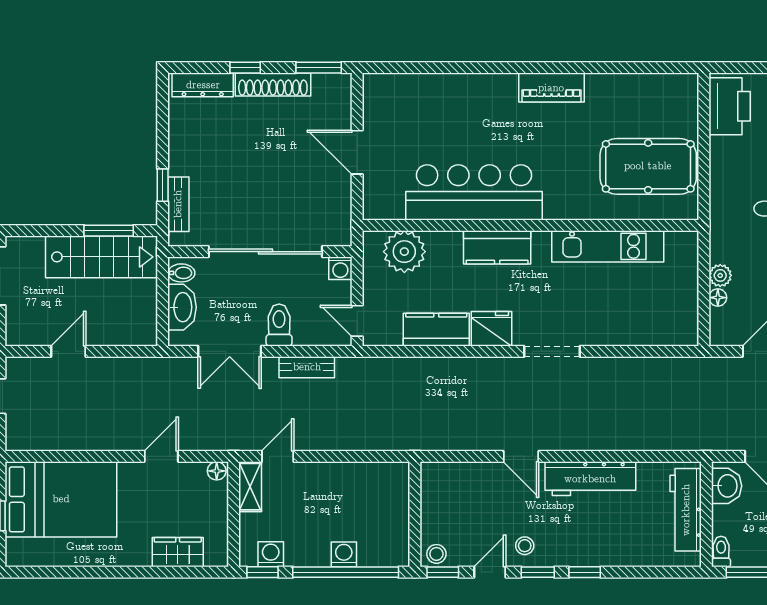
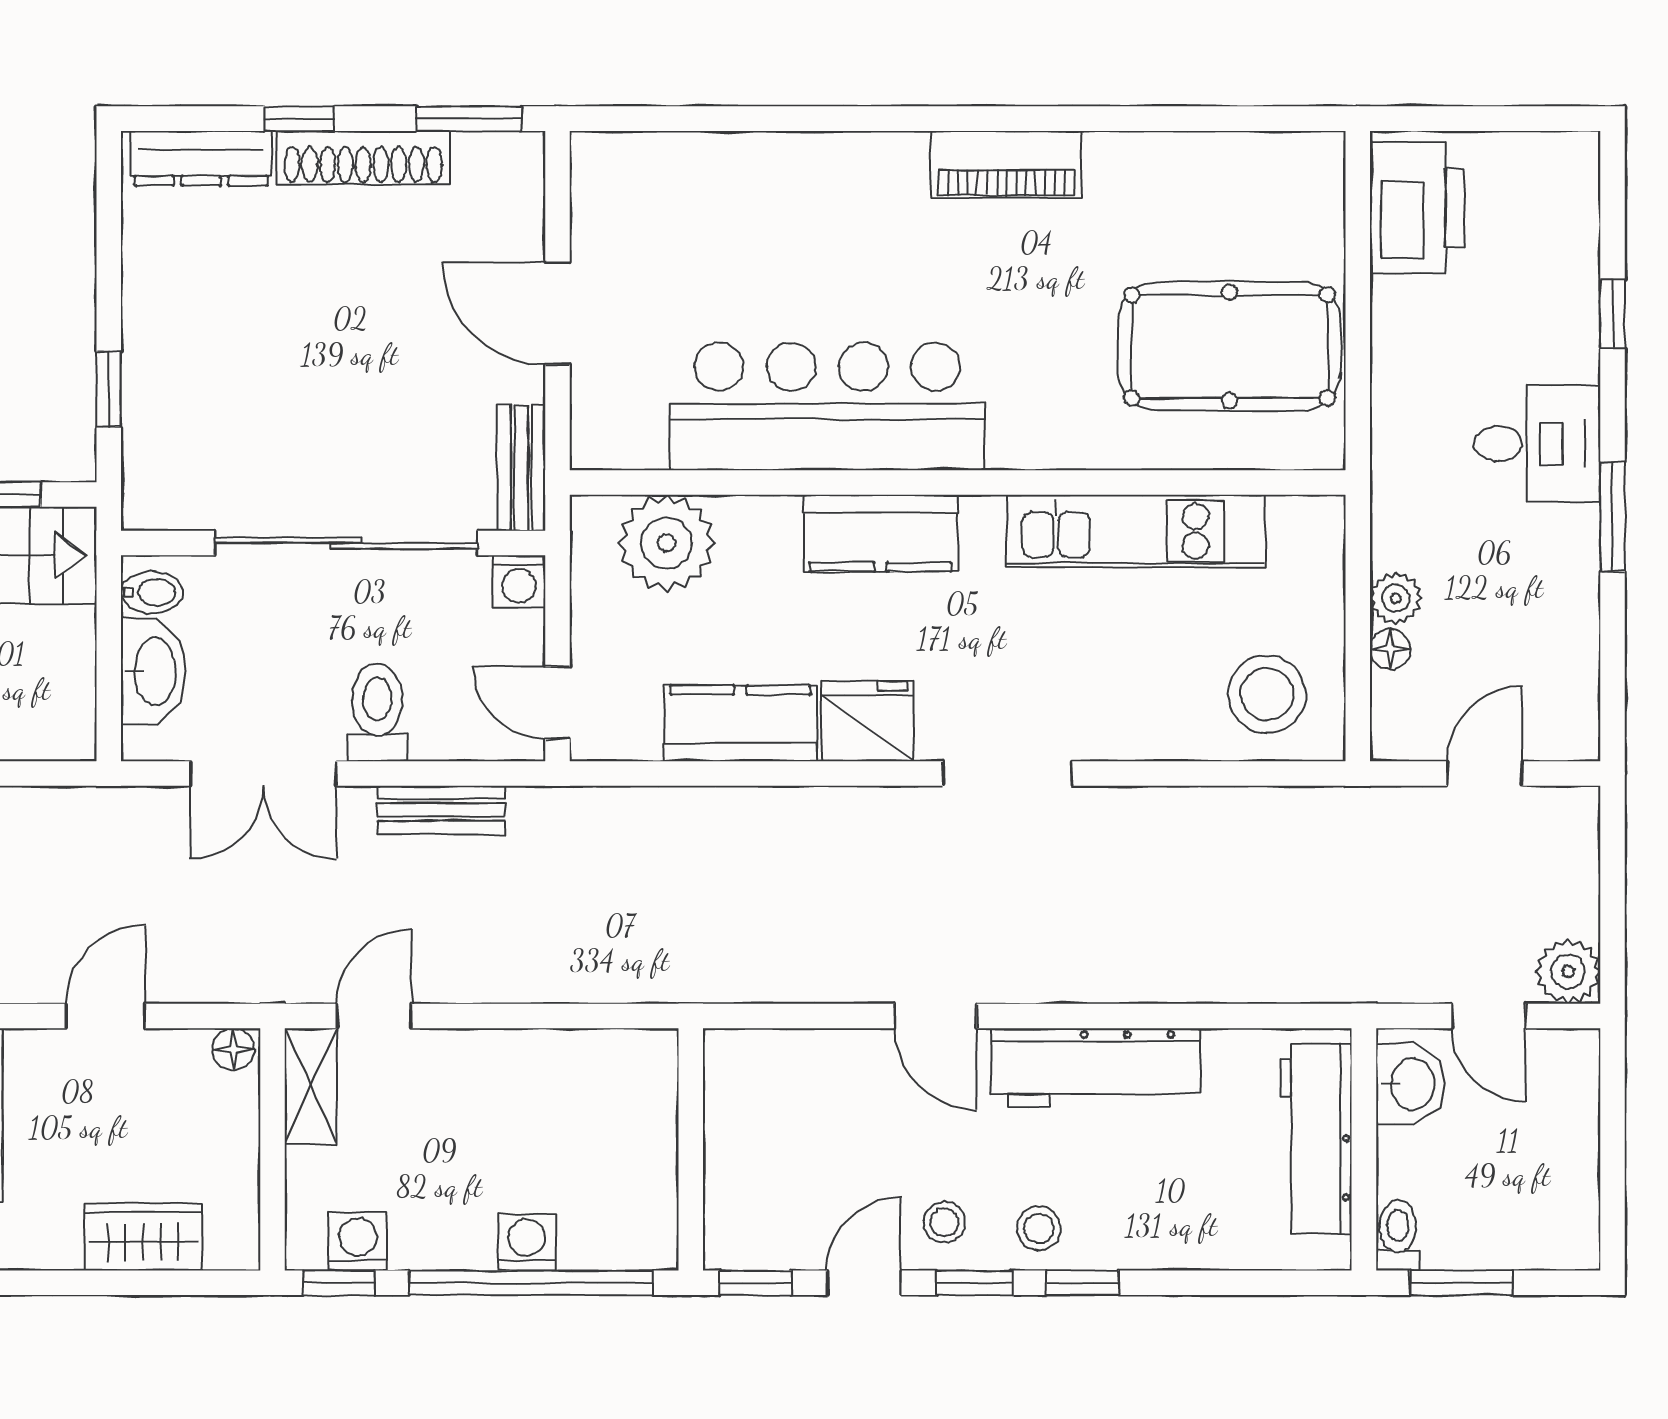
bench: (178, 204) -> (521, 468), moved
stool: (664, 317) -> (1267, 694), added
stool: (436, 554) -> (1039, 1228), moved

